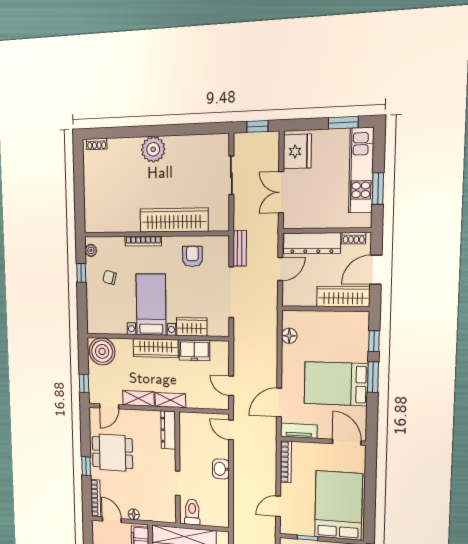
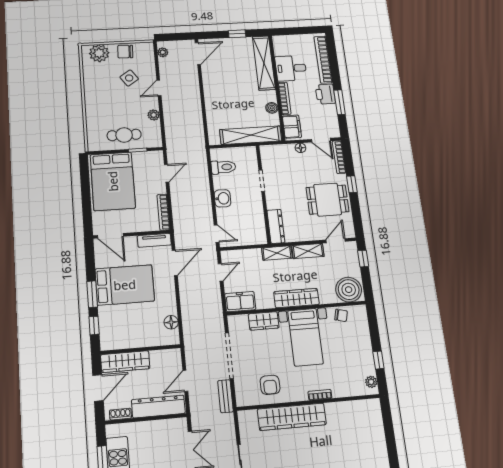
bookcase: (143, 241) -> (320, 395), width x0.64
chair: (110, 277) -> (341, 315), moved
freezer: (194, 350) -> (240, 302), moved
door: (231, 386) -> (221, 272), hinge flipped
toilet: (192, 512) -> (223, 167), moved, turned -90

